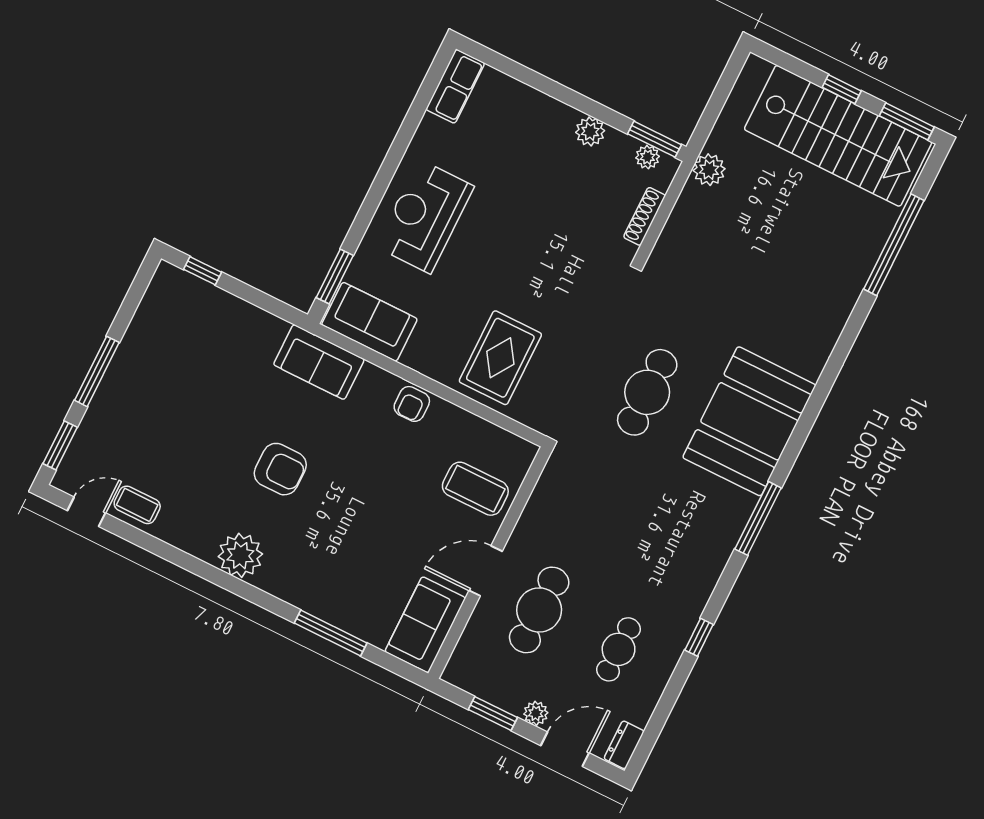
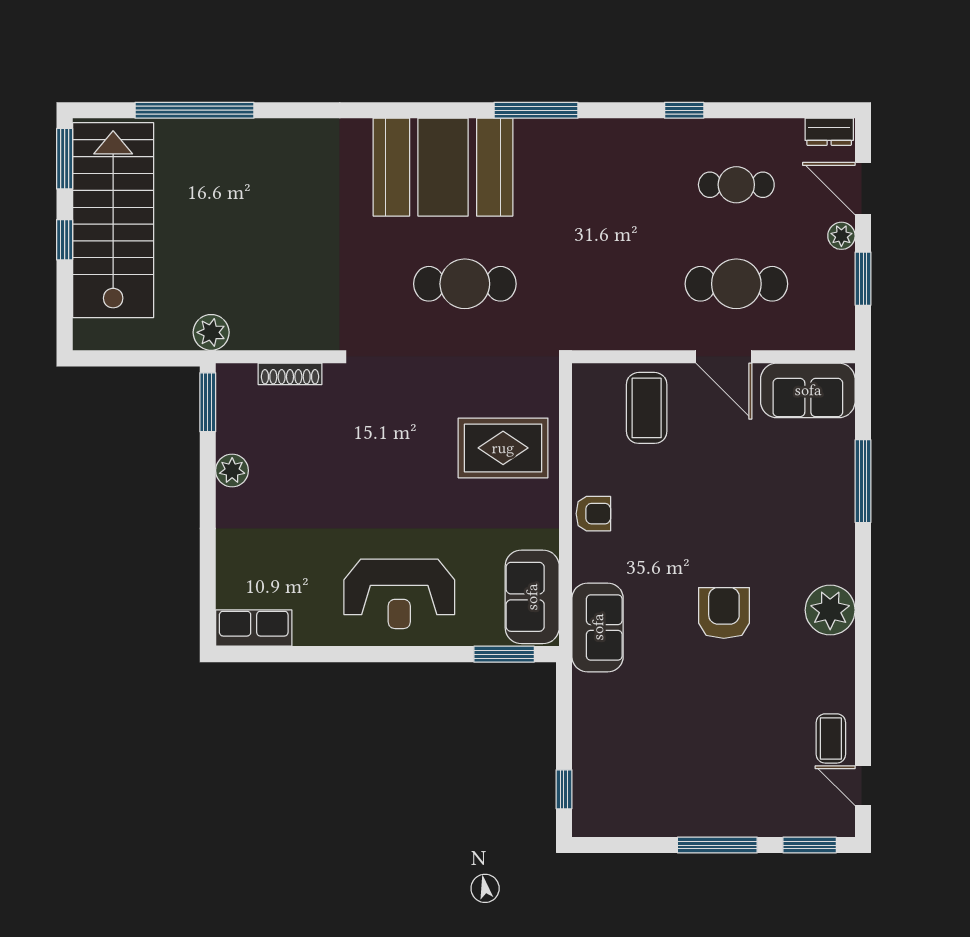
plant: (648, 157) -> (229, 400), removed

